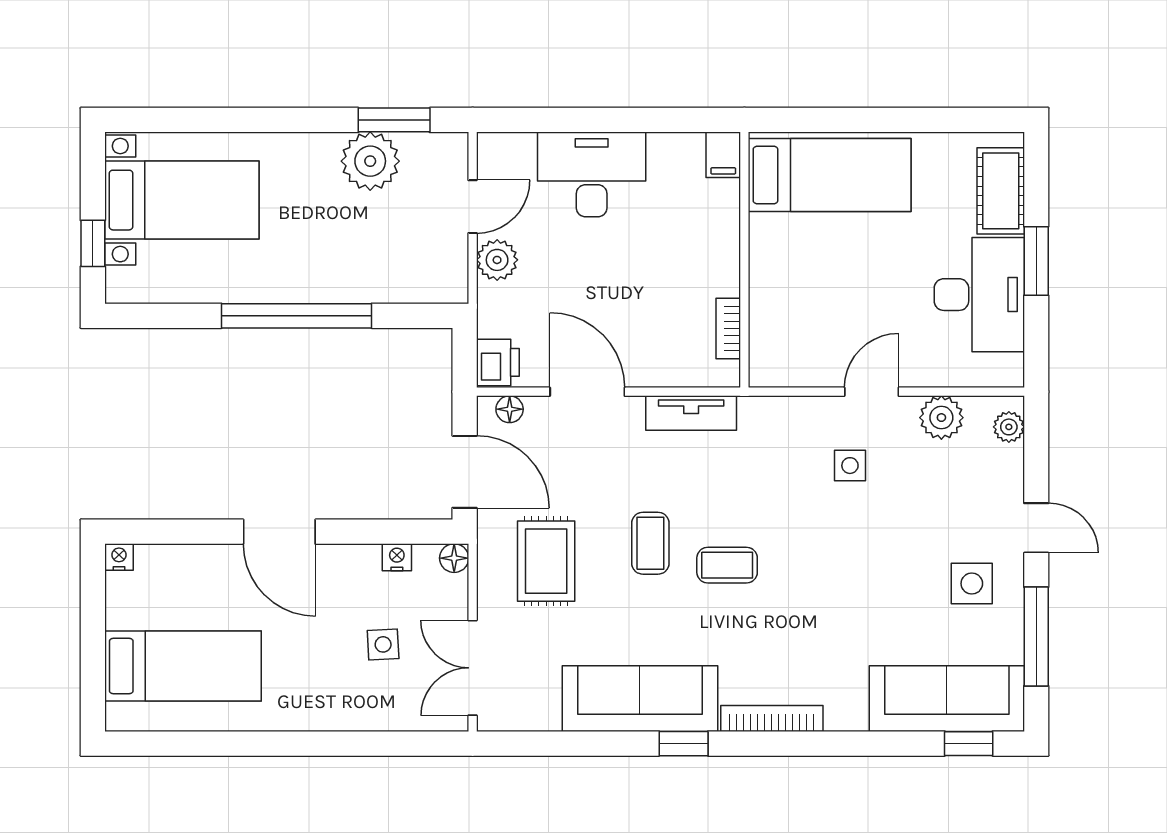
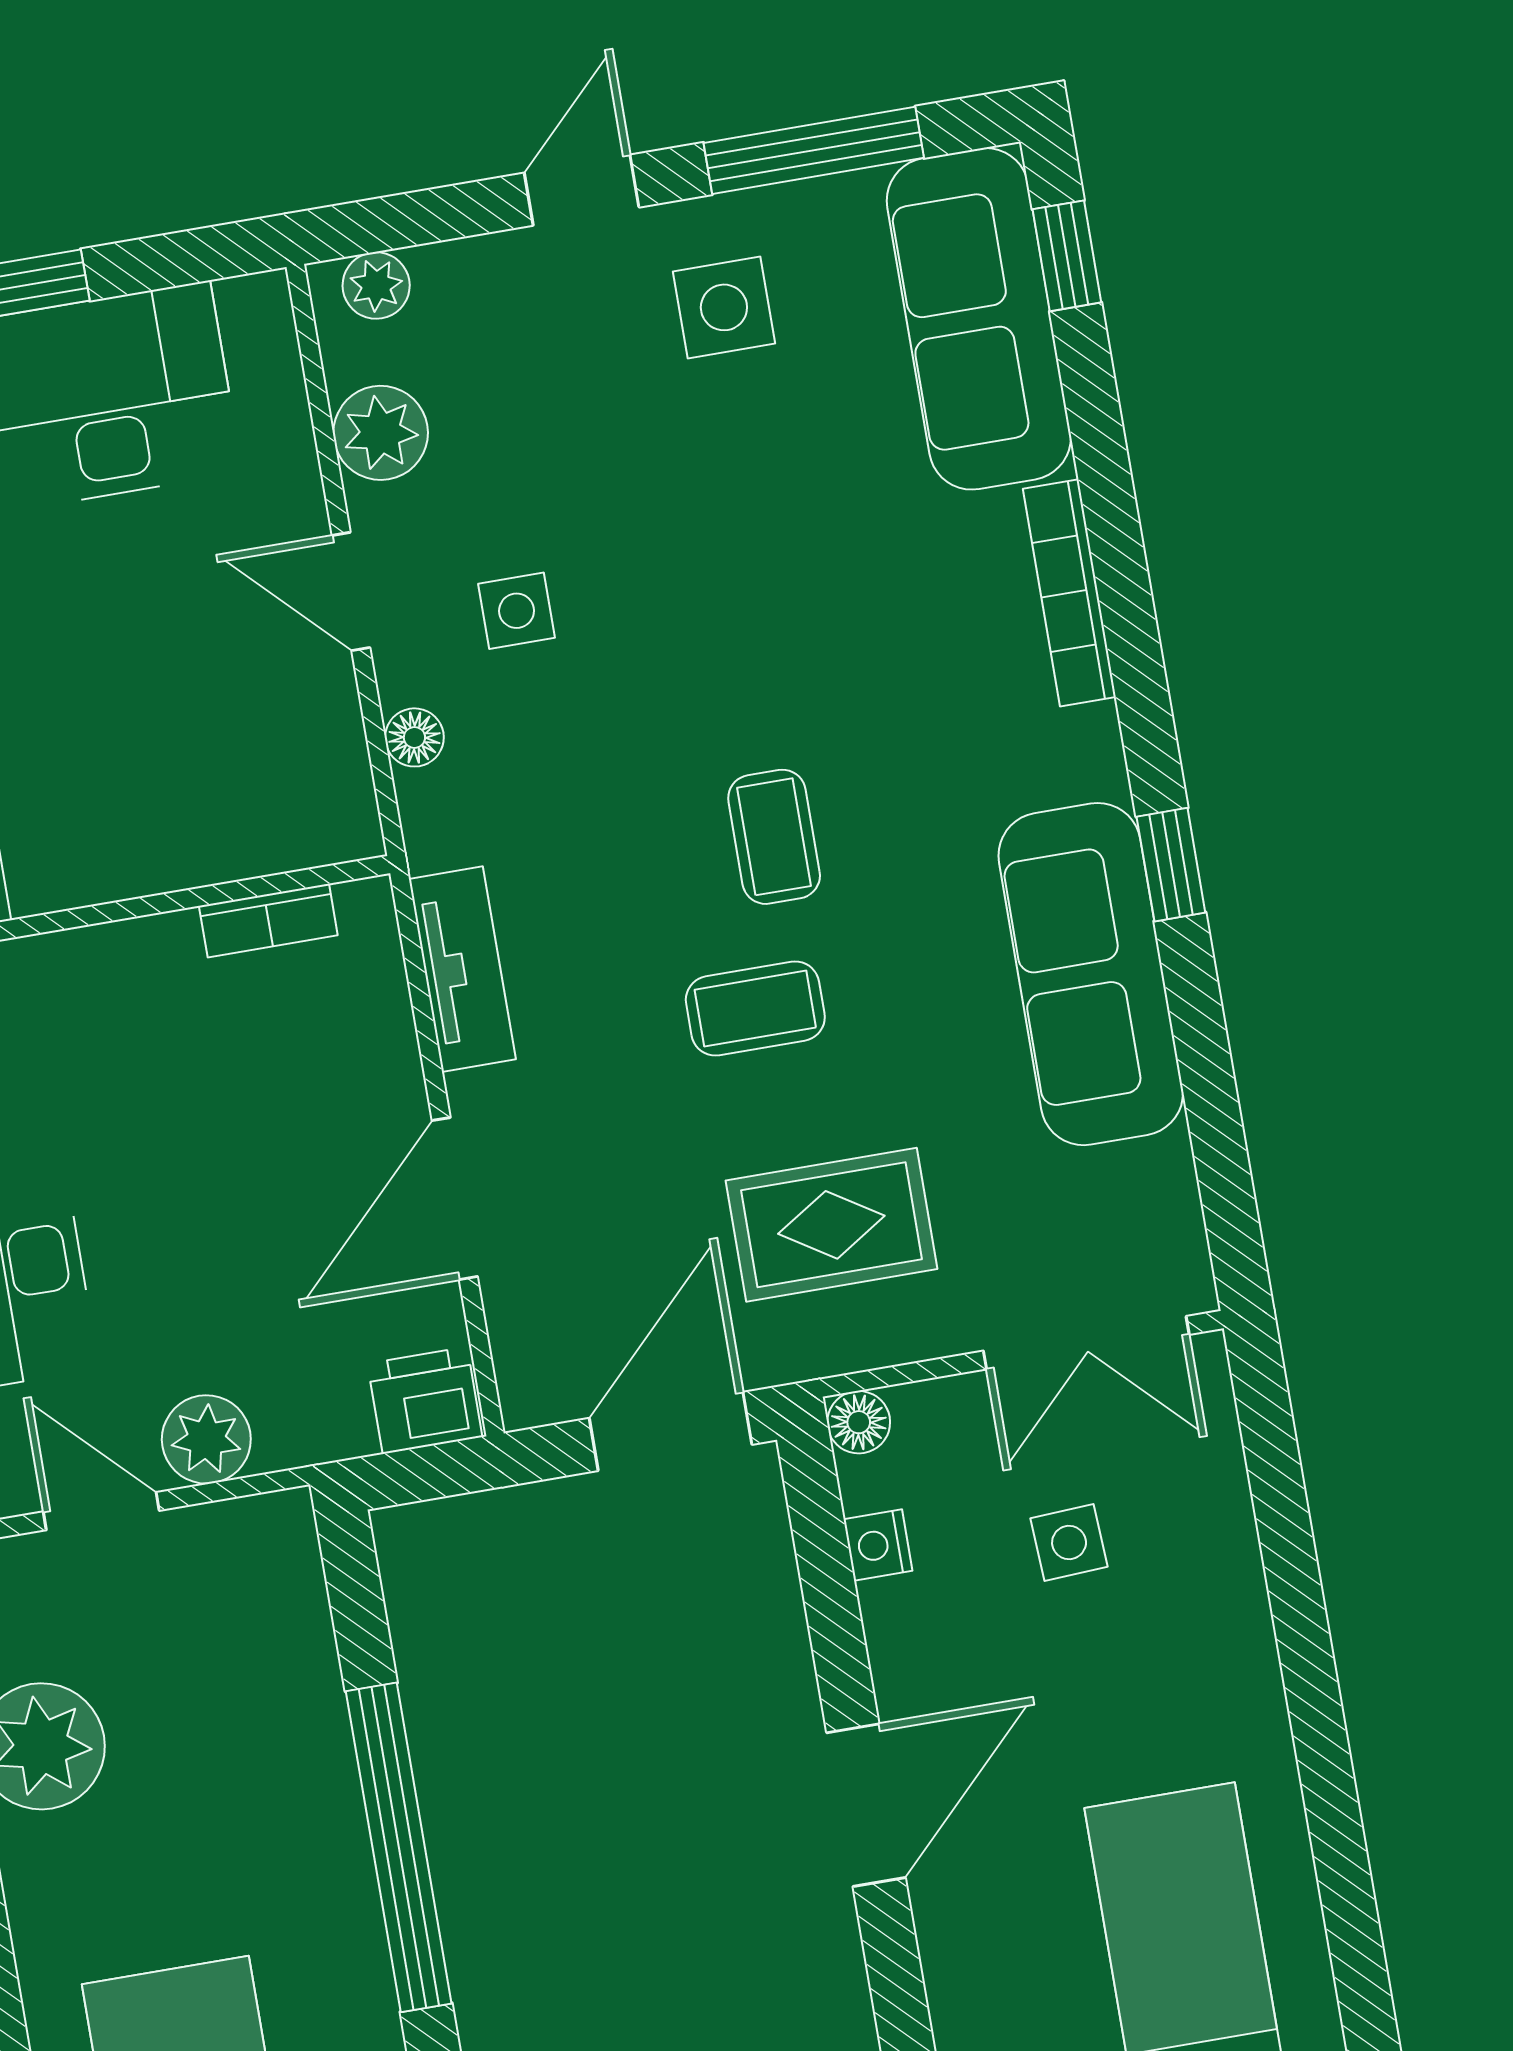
floor lamp: (510, 409) -> (414, 737), moved
bookcase: (772, 718) -> (1069, 593), moved

